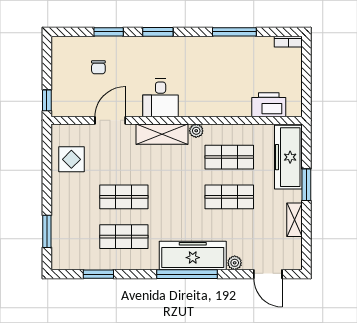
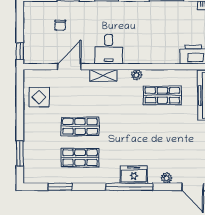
shelving: (162, 134) -> (103, 75), width x0.67, depth x0.75
shop shelf: (229, 197) -> (162, 126), removed
freezer: (193, 256) -> (134, 175), width x0.52, depth x0.79

